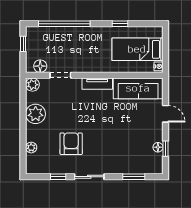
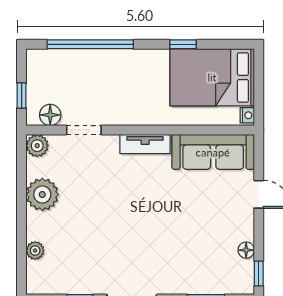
window: (23, 44) -> (22, 96), moved
bed: (137, 49) -> (212, 77), width x1.50
armchair: (71, 144) -> (102, 244), removed
window: (165, 149) -> (259, 274), moved

